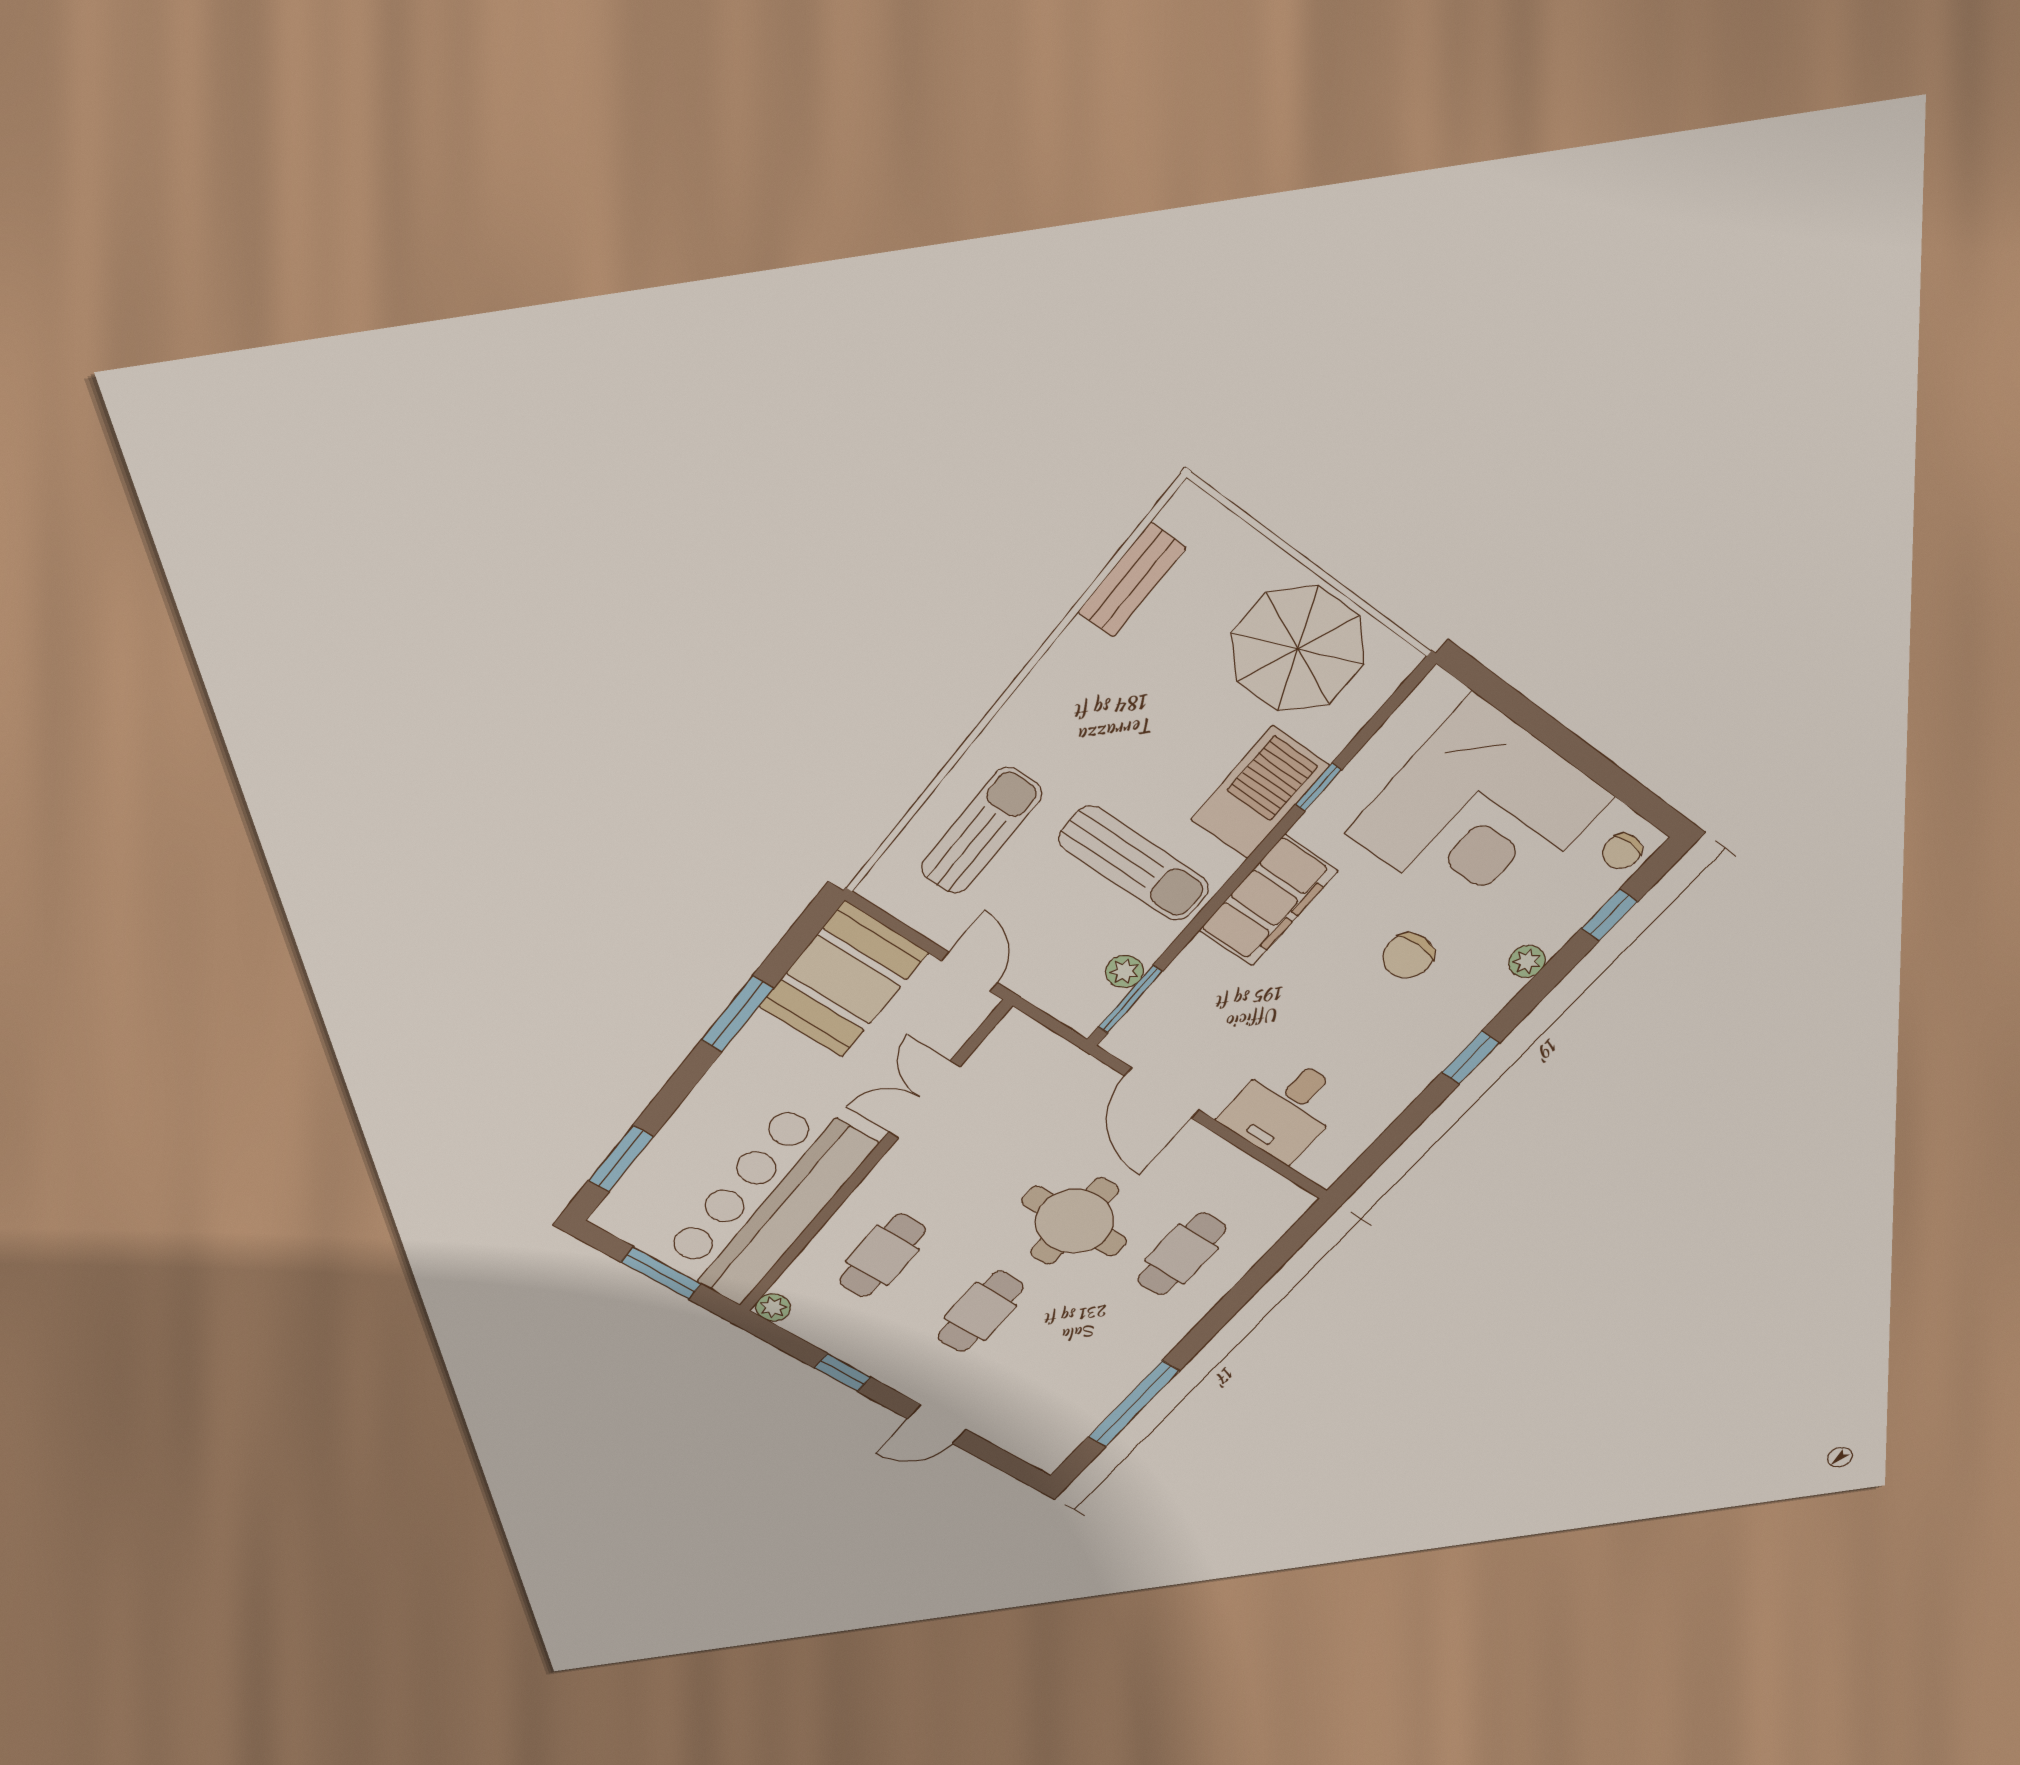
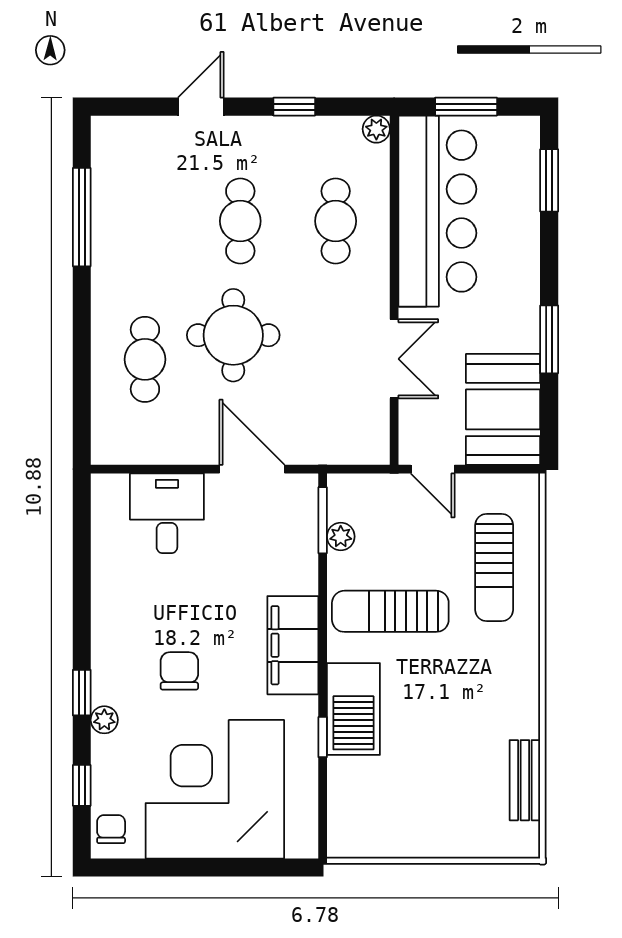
parasol: (1298, 649) -> (402, 809), removed
window: (1471, 1058) -> (82, 693), moved

